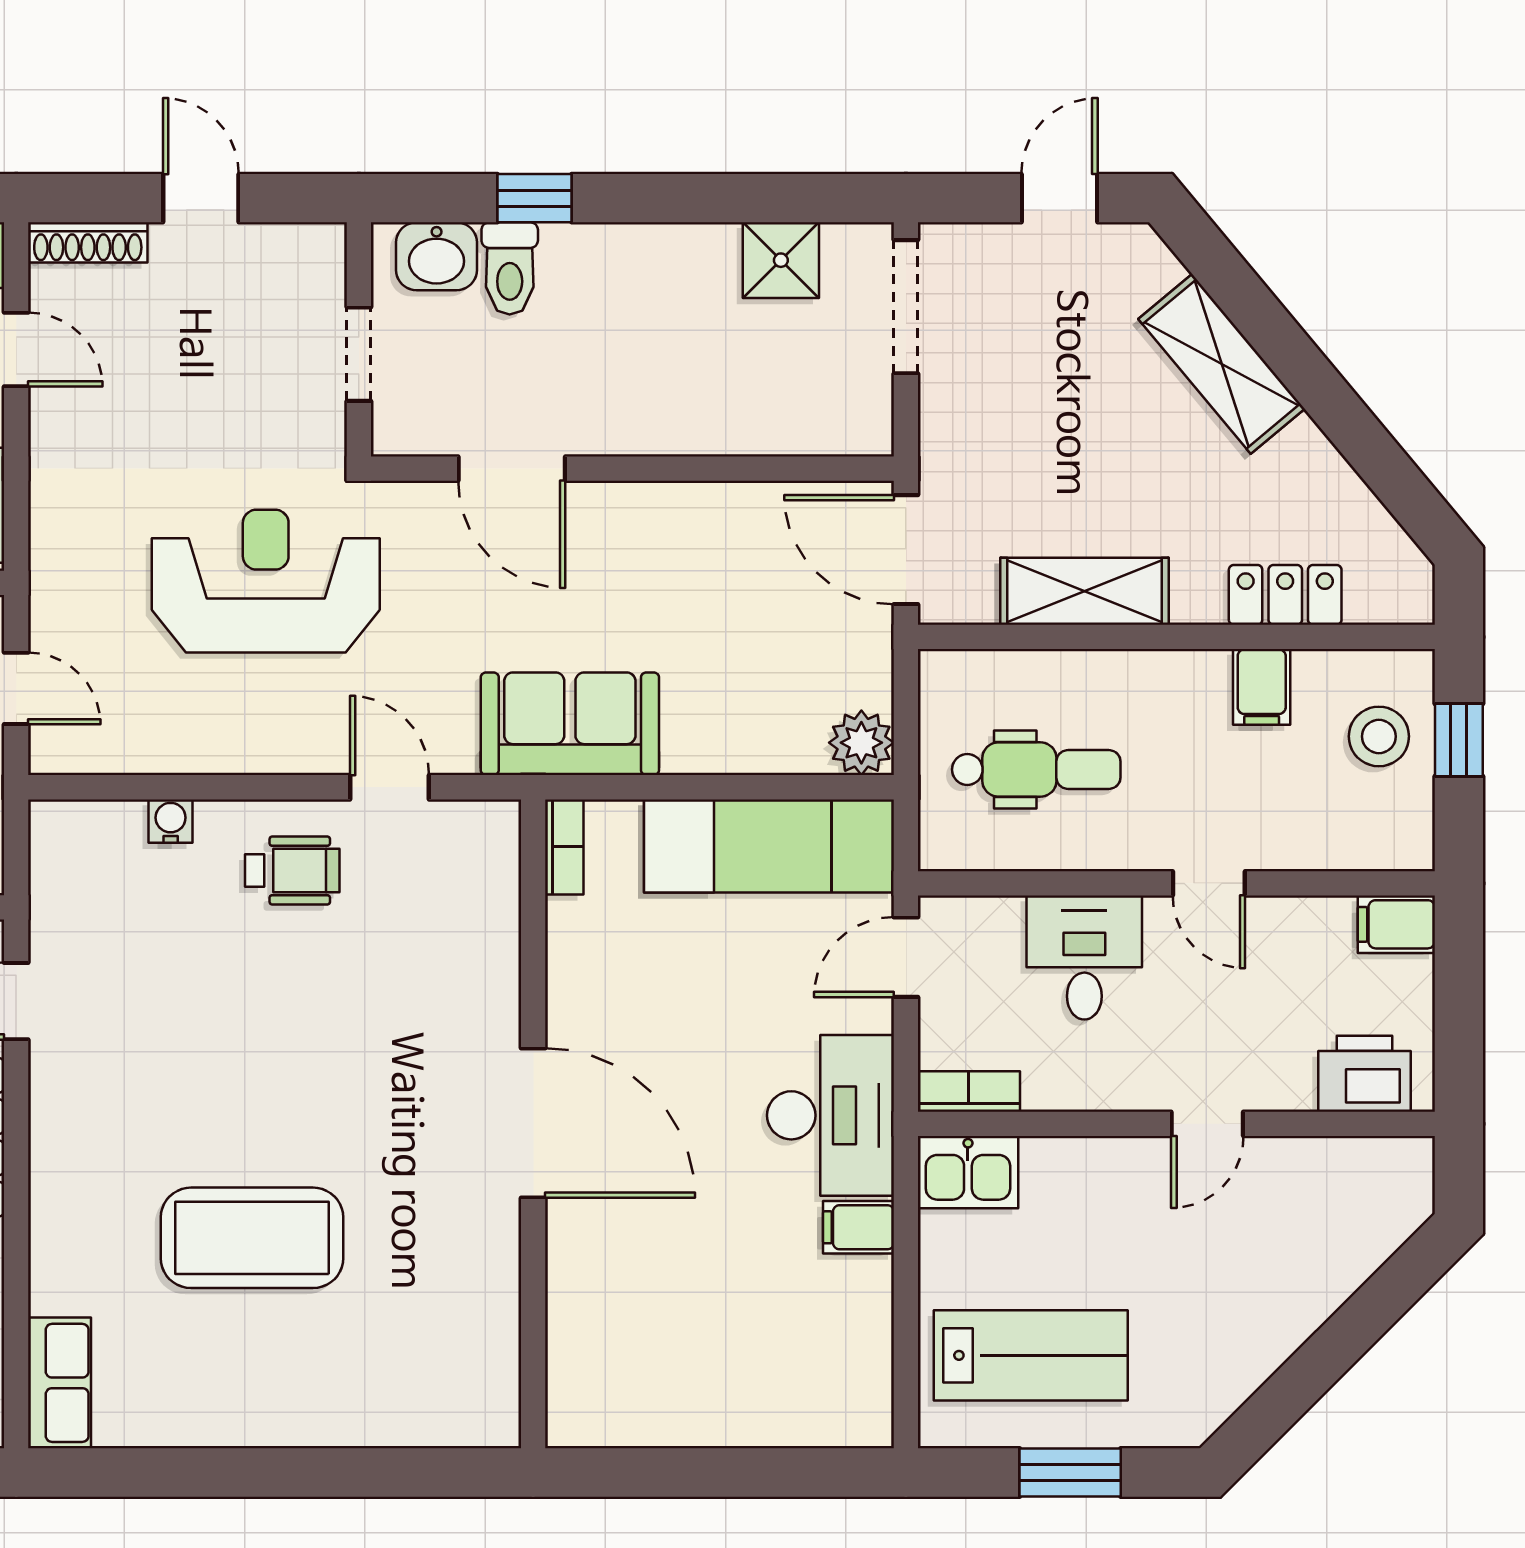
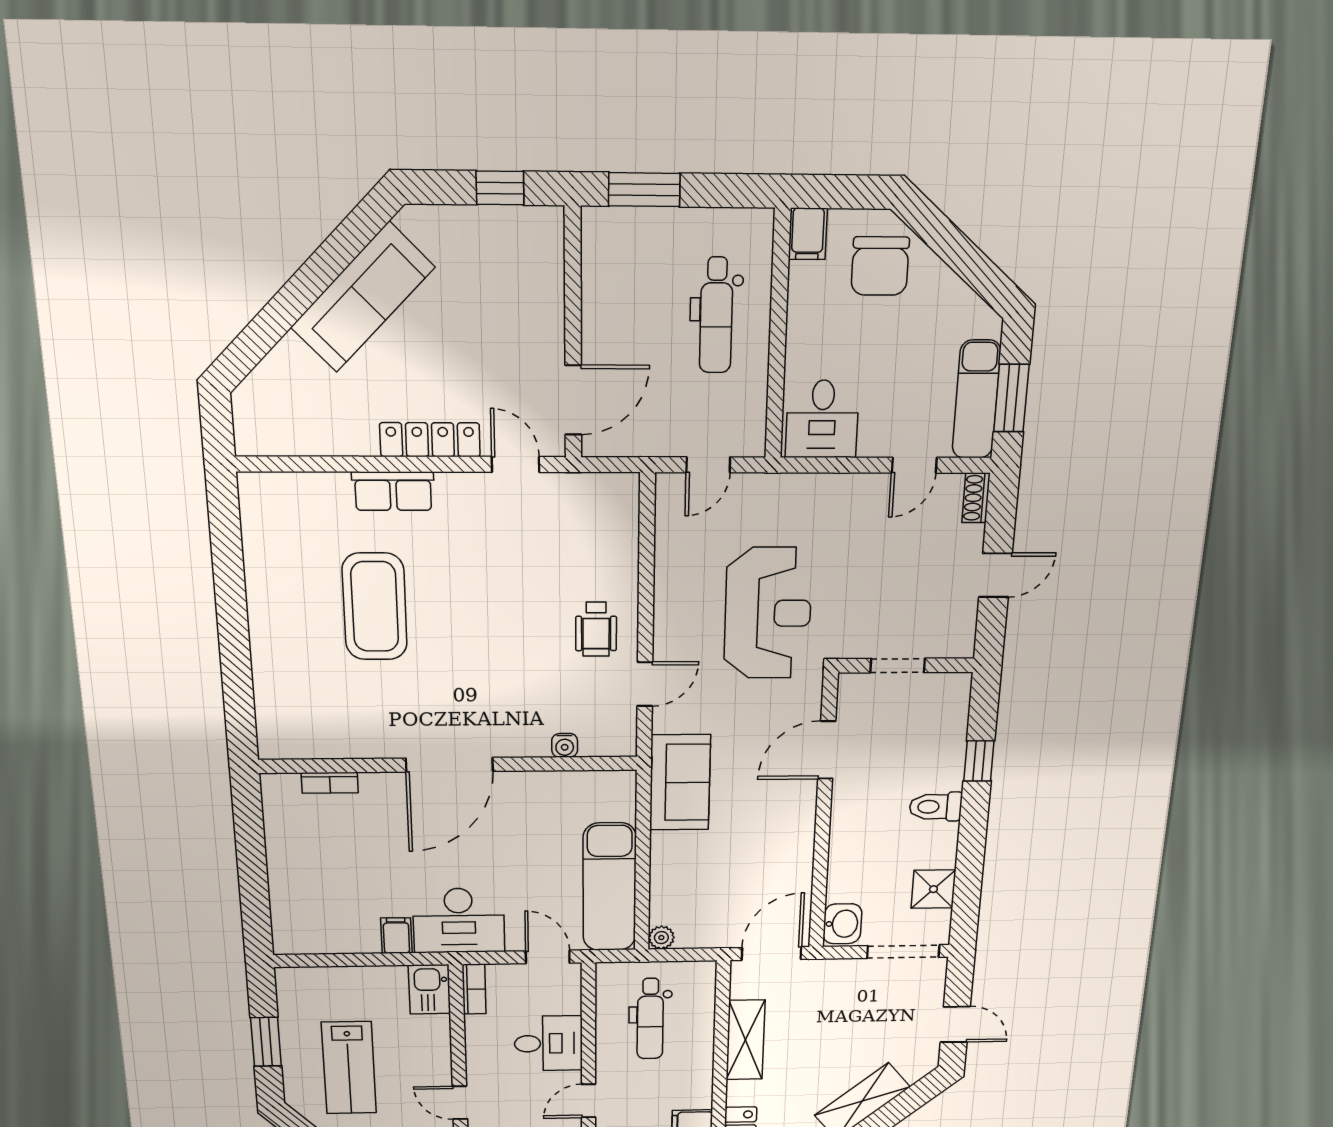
shoe rack: (88, 242) -> (976, 498), width x0.70
washbasin: (437, 256) -> (842, 924), moved, turned 180
toilet: (510, 268) -> (936, 807), moved
plant: (861, 743) -> (661, 938), width x0.73, depth x0.73
water cooler: (171, 821) -> (565, 745), moved, turned 90
bookcase: (564, 847) -> (330, 783), moved
lab bench: (1031, 1355) -> (349, 1068), moved
row of seats: (60, 1383) -> (393, 491), moved

